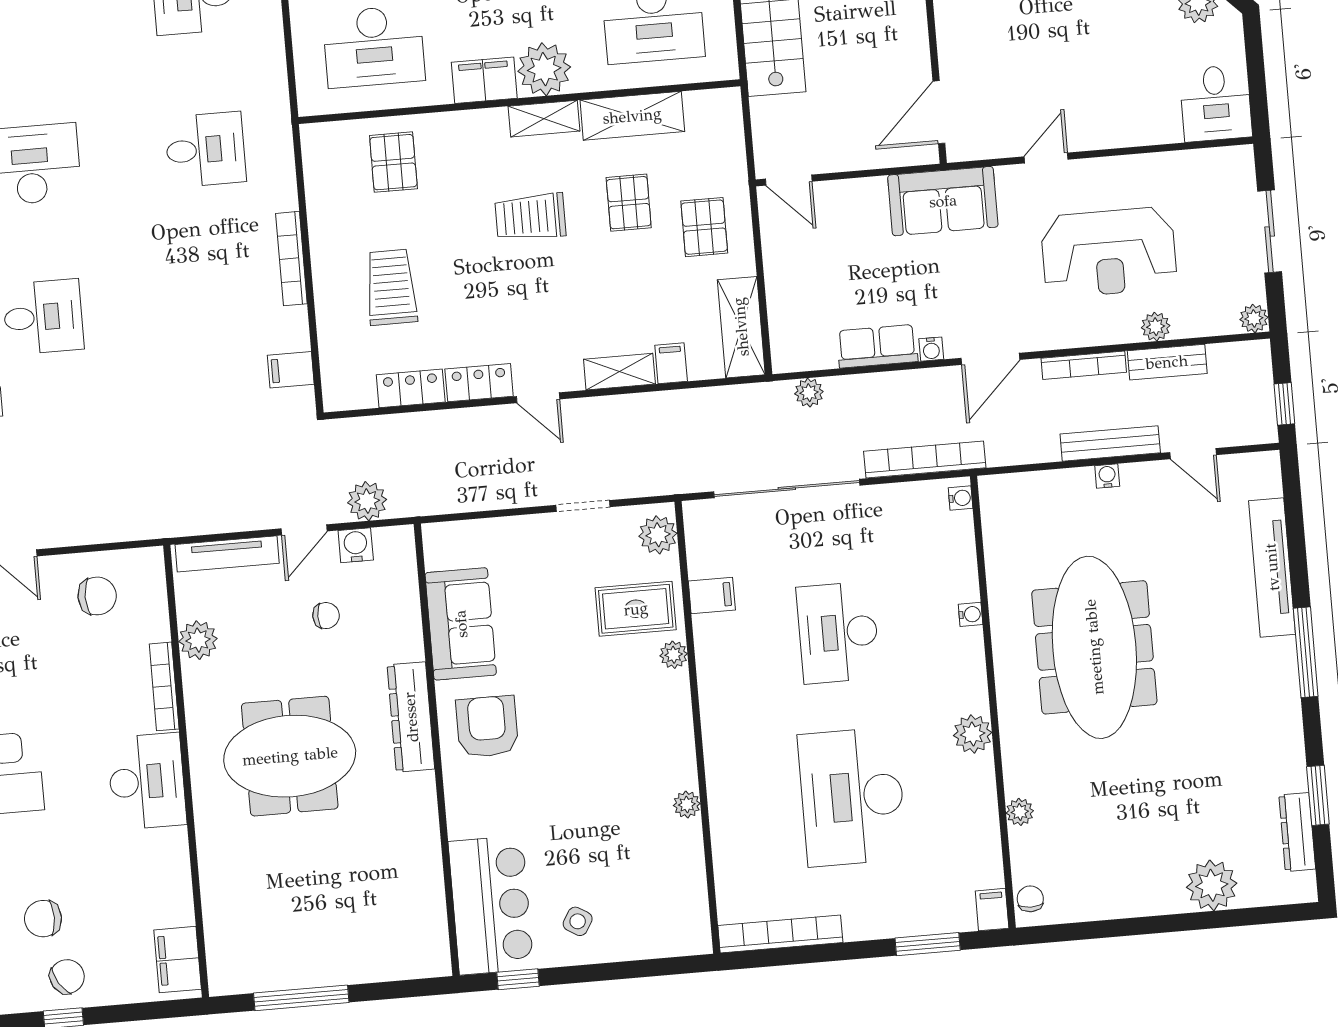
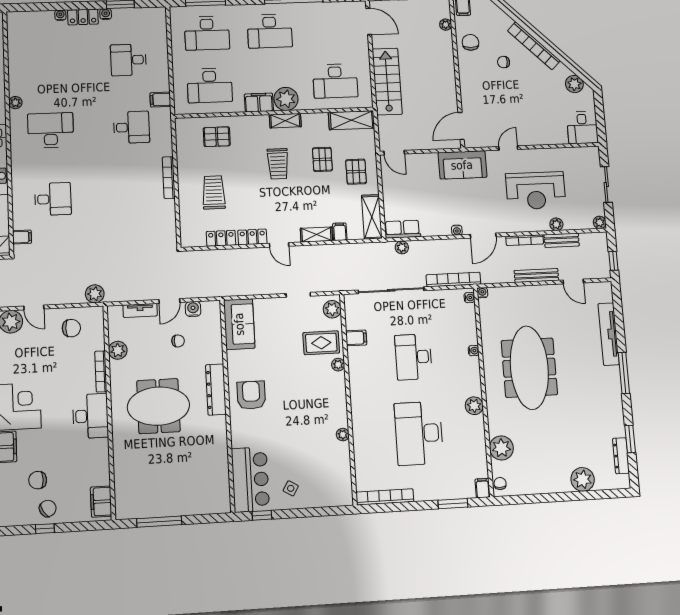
shelving: (632, 116) -> (351, 120), moved
pallet: (393, 162) -> (217, 137), turned 90
trolley: (530, 217) -> (278, 164), turned -90
row of seats: (877, 346) -> (402, 229), moved
filing cabinet: (291, 370) -> (160, 100), moved
water cooler: (1107, 476) -> (482, 293), moved
plant: (367, 501) -> (95, 294), moved
tv unit: (227, 554) -> (140, 310), width x0.71
sofa: (461, 624) -> (239, 324), moved
plant: (1020, 812) -> (501, 448), width x1.87, depth x1.87

